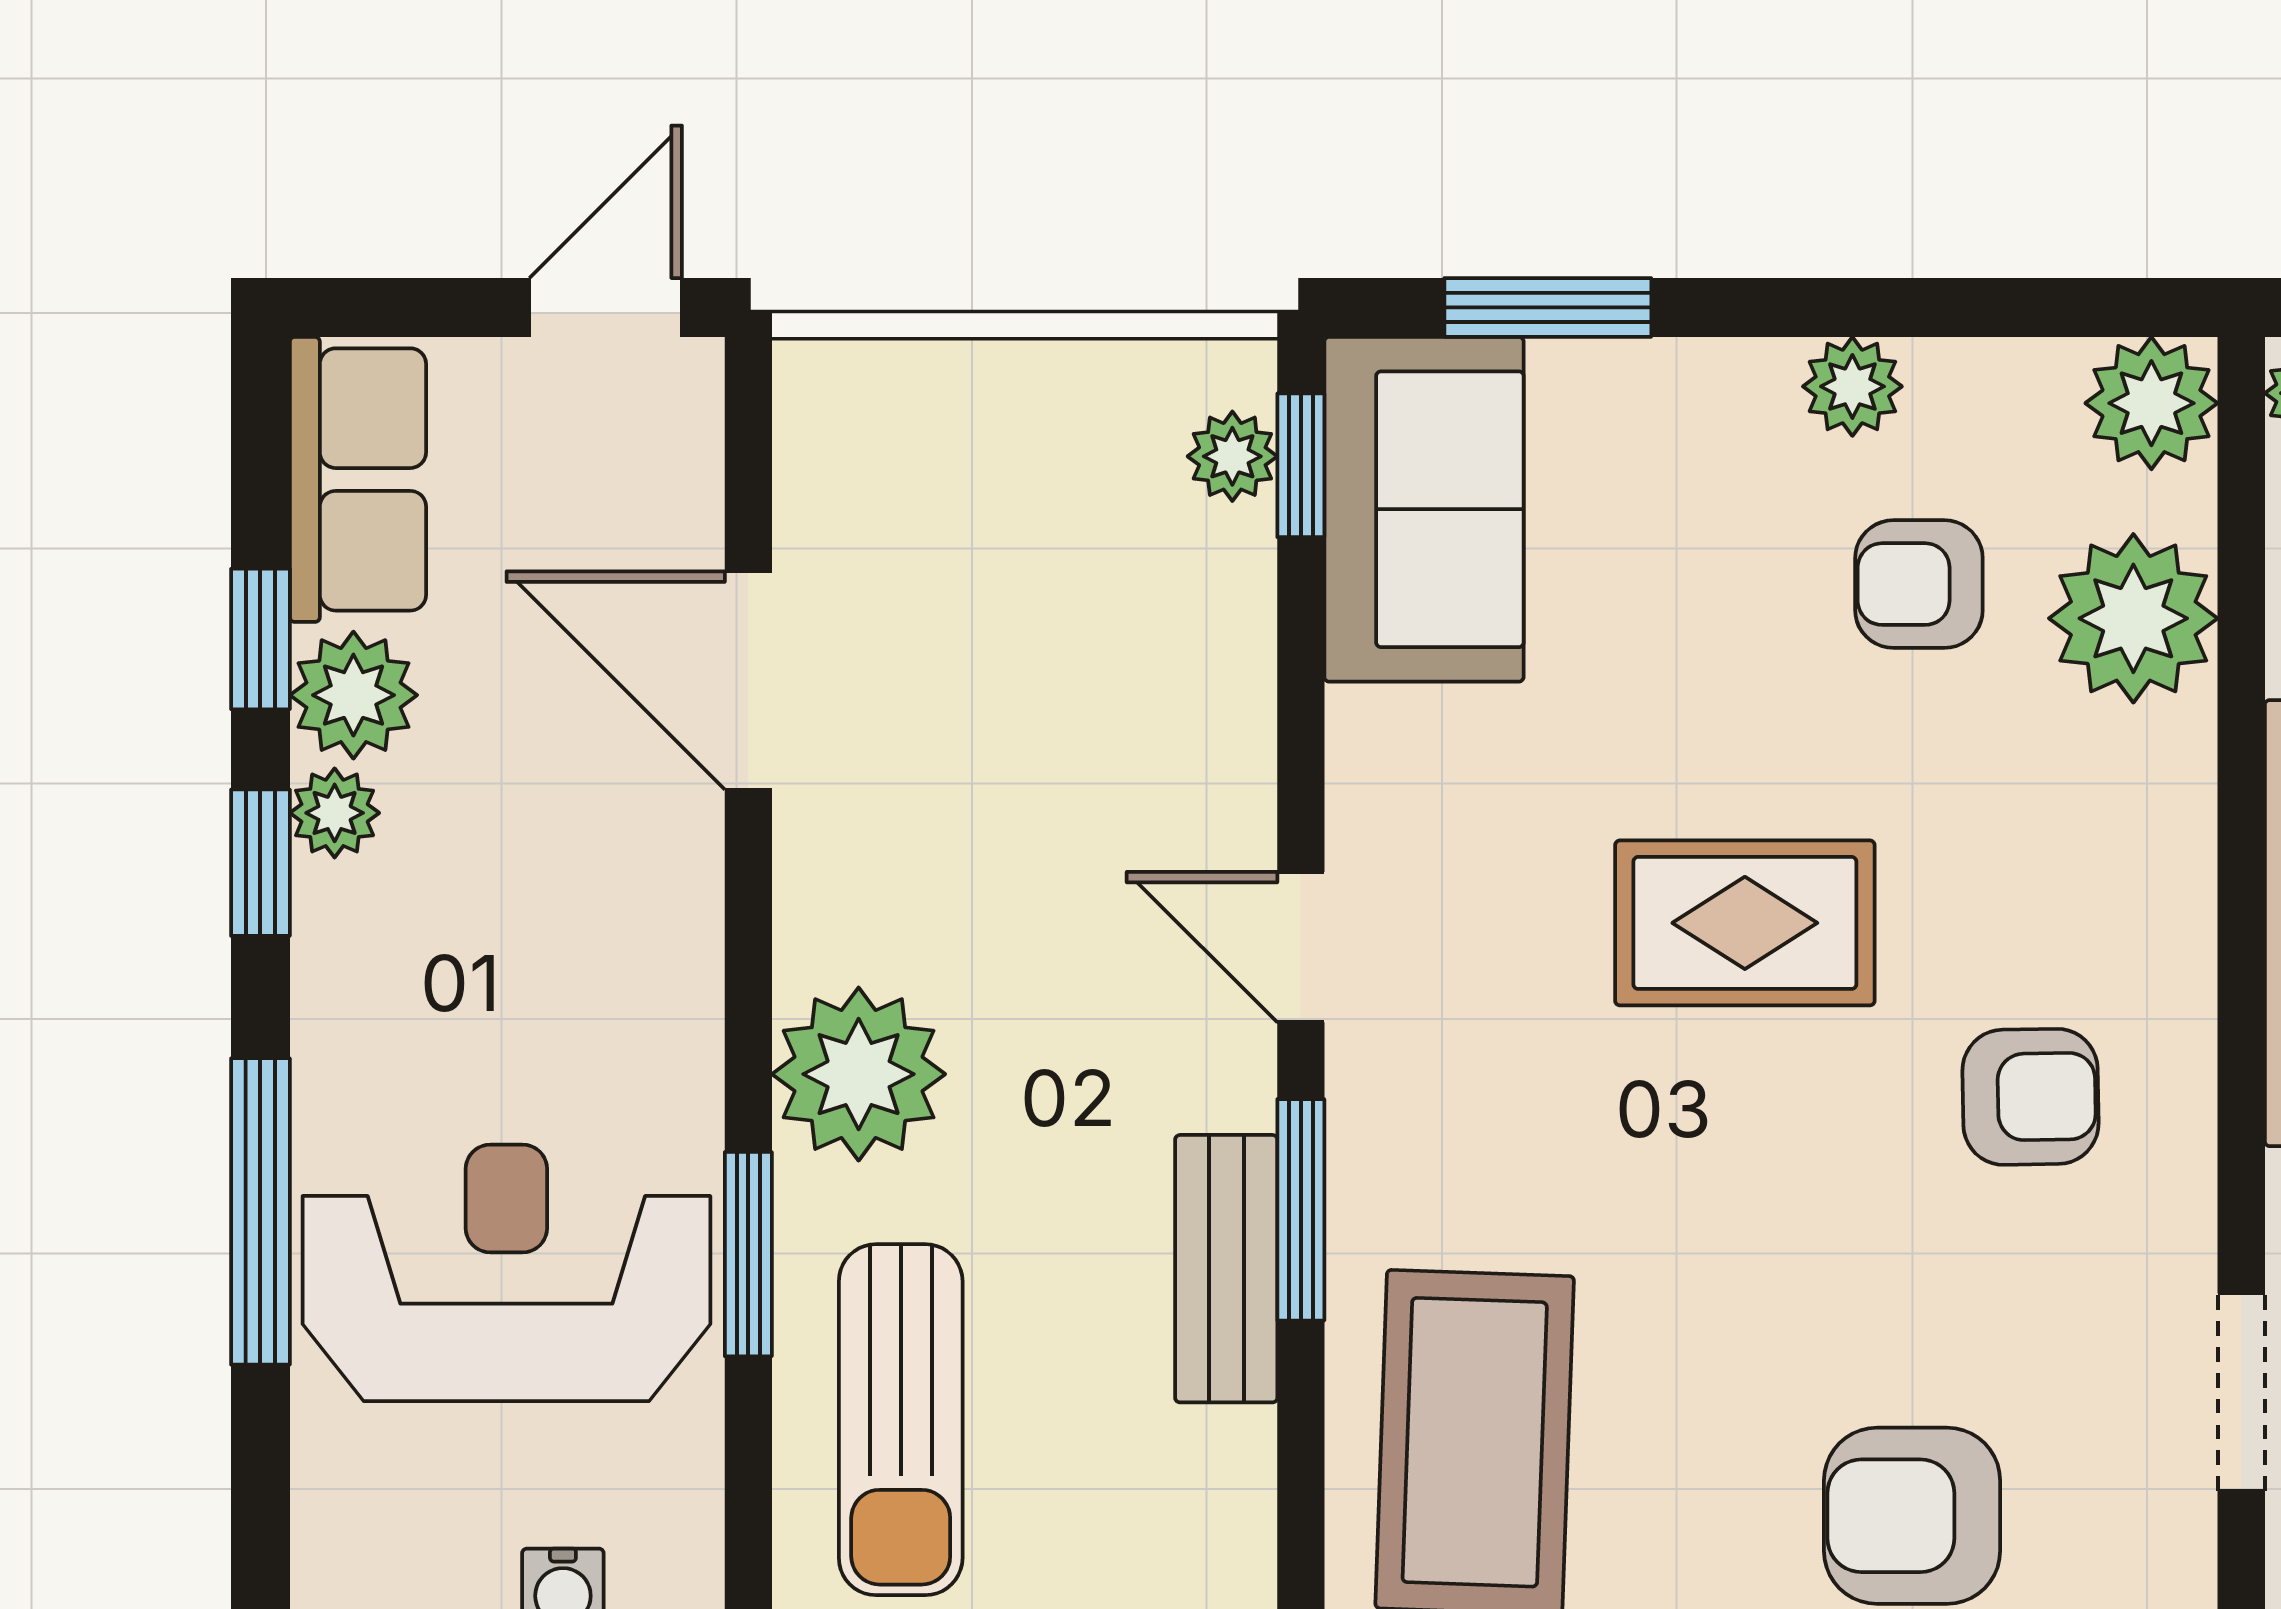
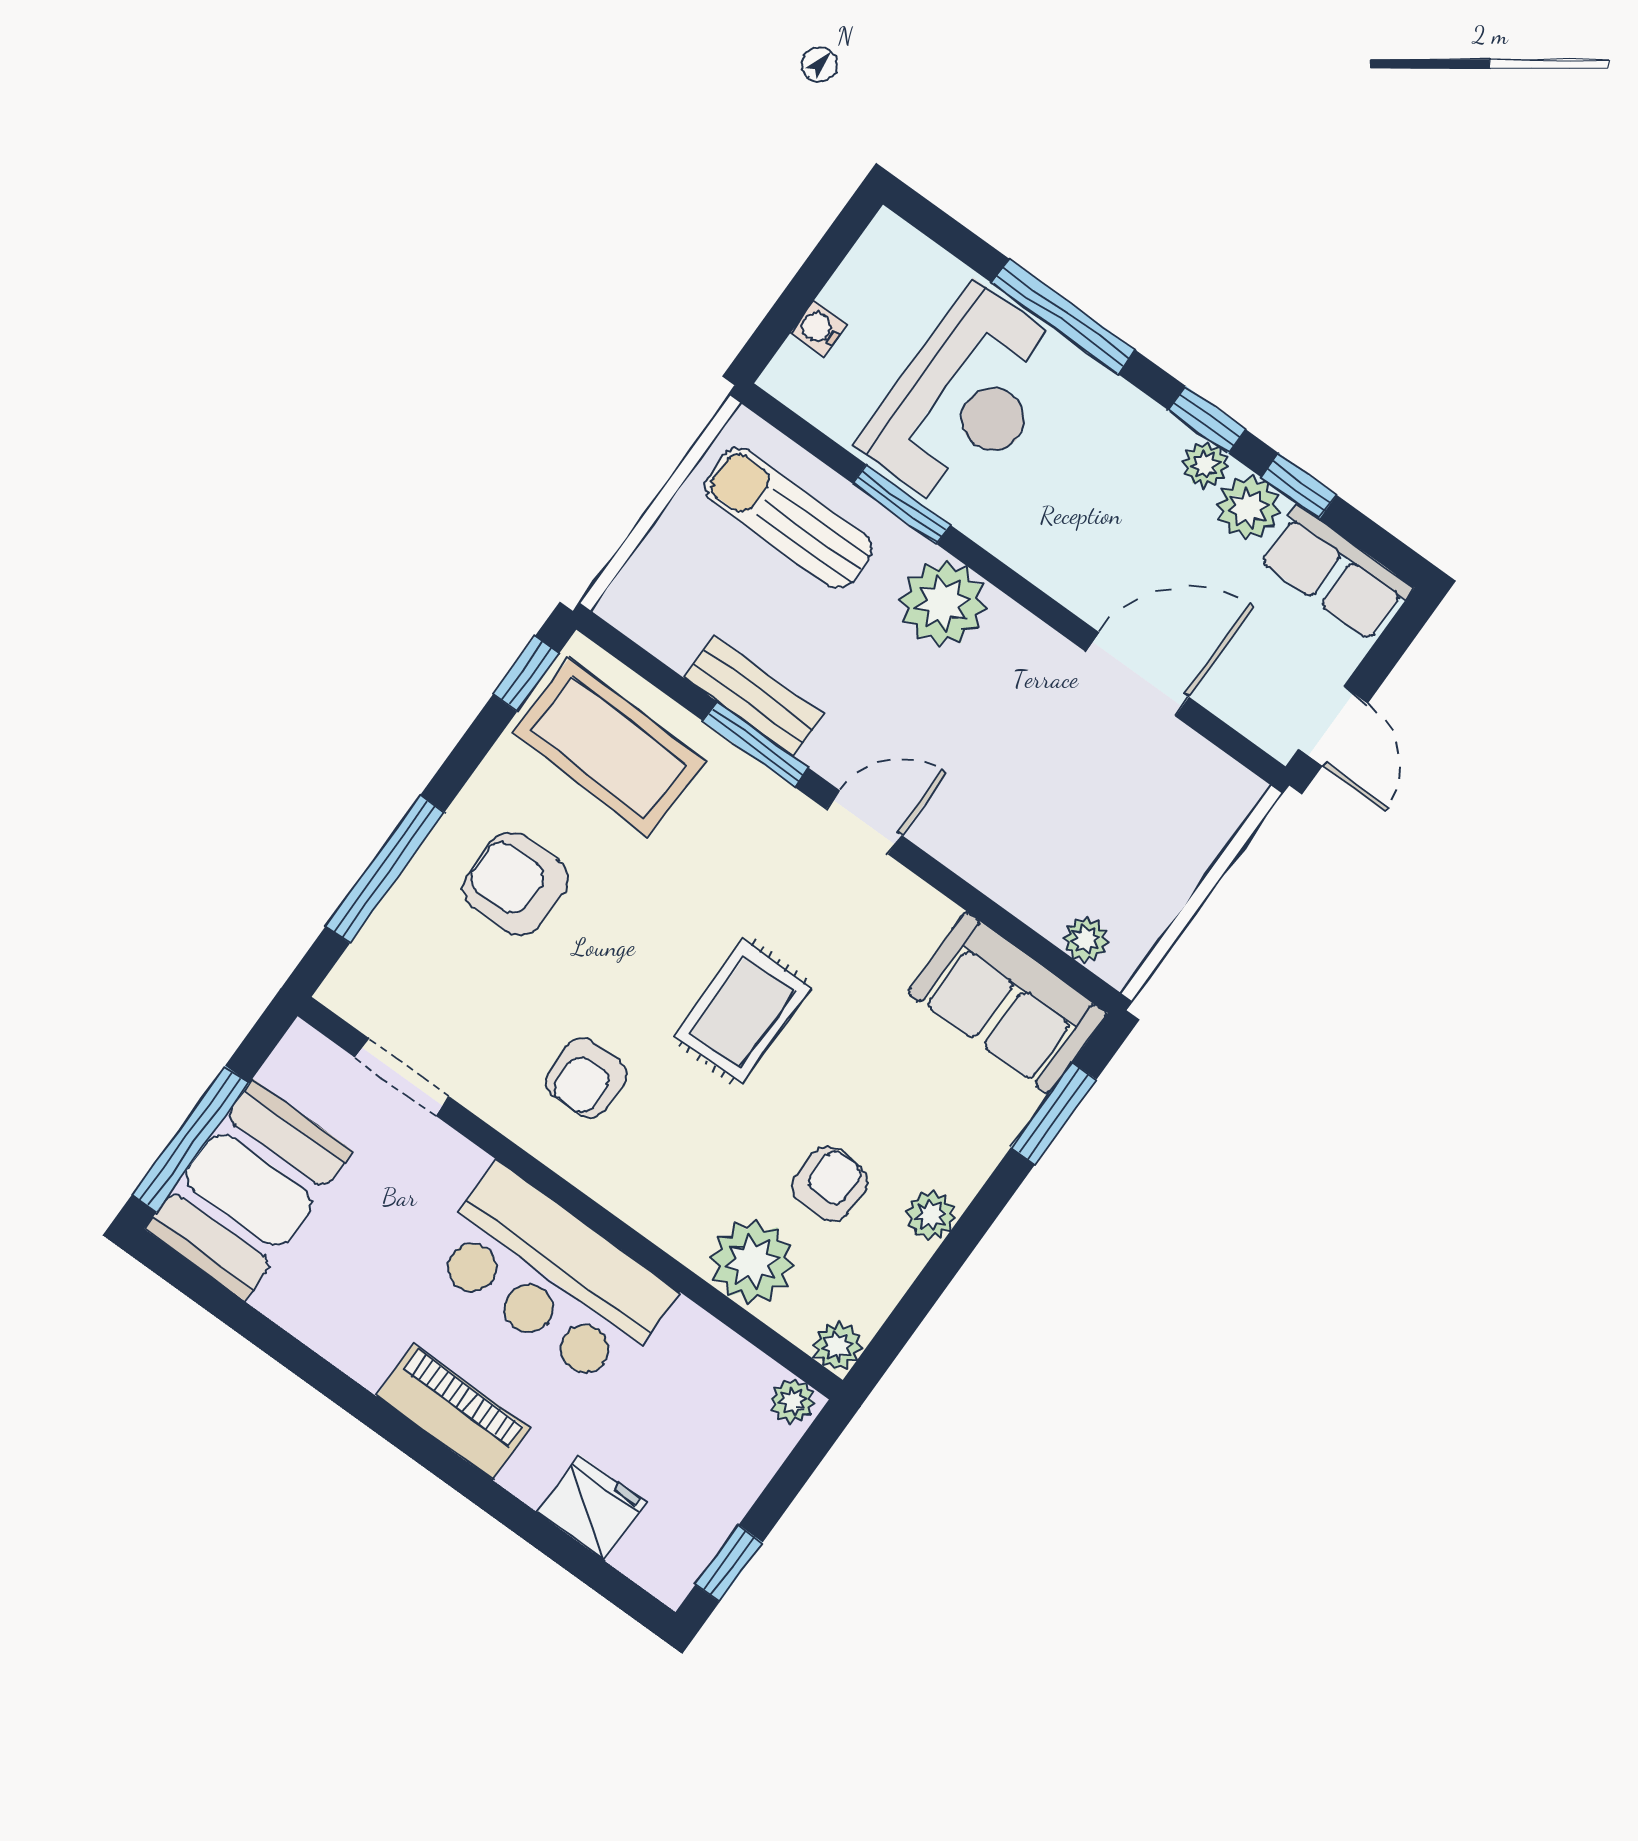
plant: (2151, 403) -> (837, 1346), width x0.73, depth x0.73
window: (1301, 465) -> (1062, 965), removed
armchair: (1912, 1516) -> (516, 884), moved, turned -90

